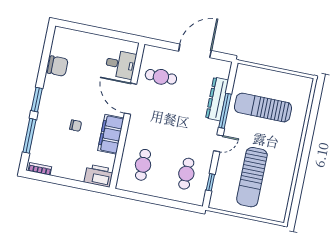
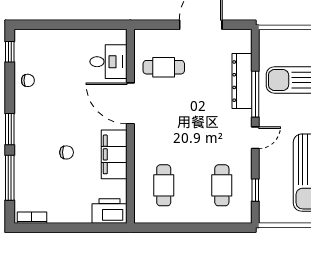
window: (49, 42) -> (10, 52), added
chair: (58, 66) -> (28, 80), width x0.54, depth x0.54

